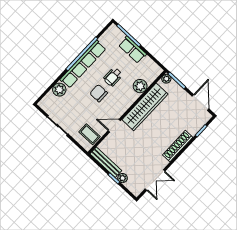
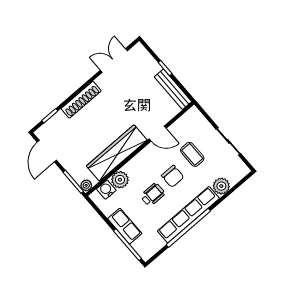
water cooler: (150, 77) -> (106, 190), added
coffee table: (90, 134) -> (192, 154), moved
plant: (123, 178) -> (154, 67), removed

